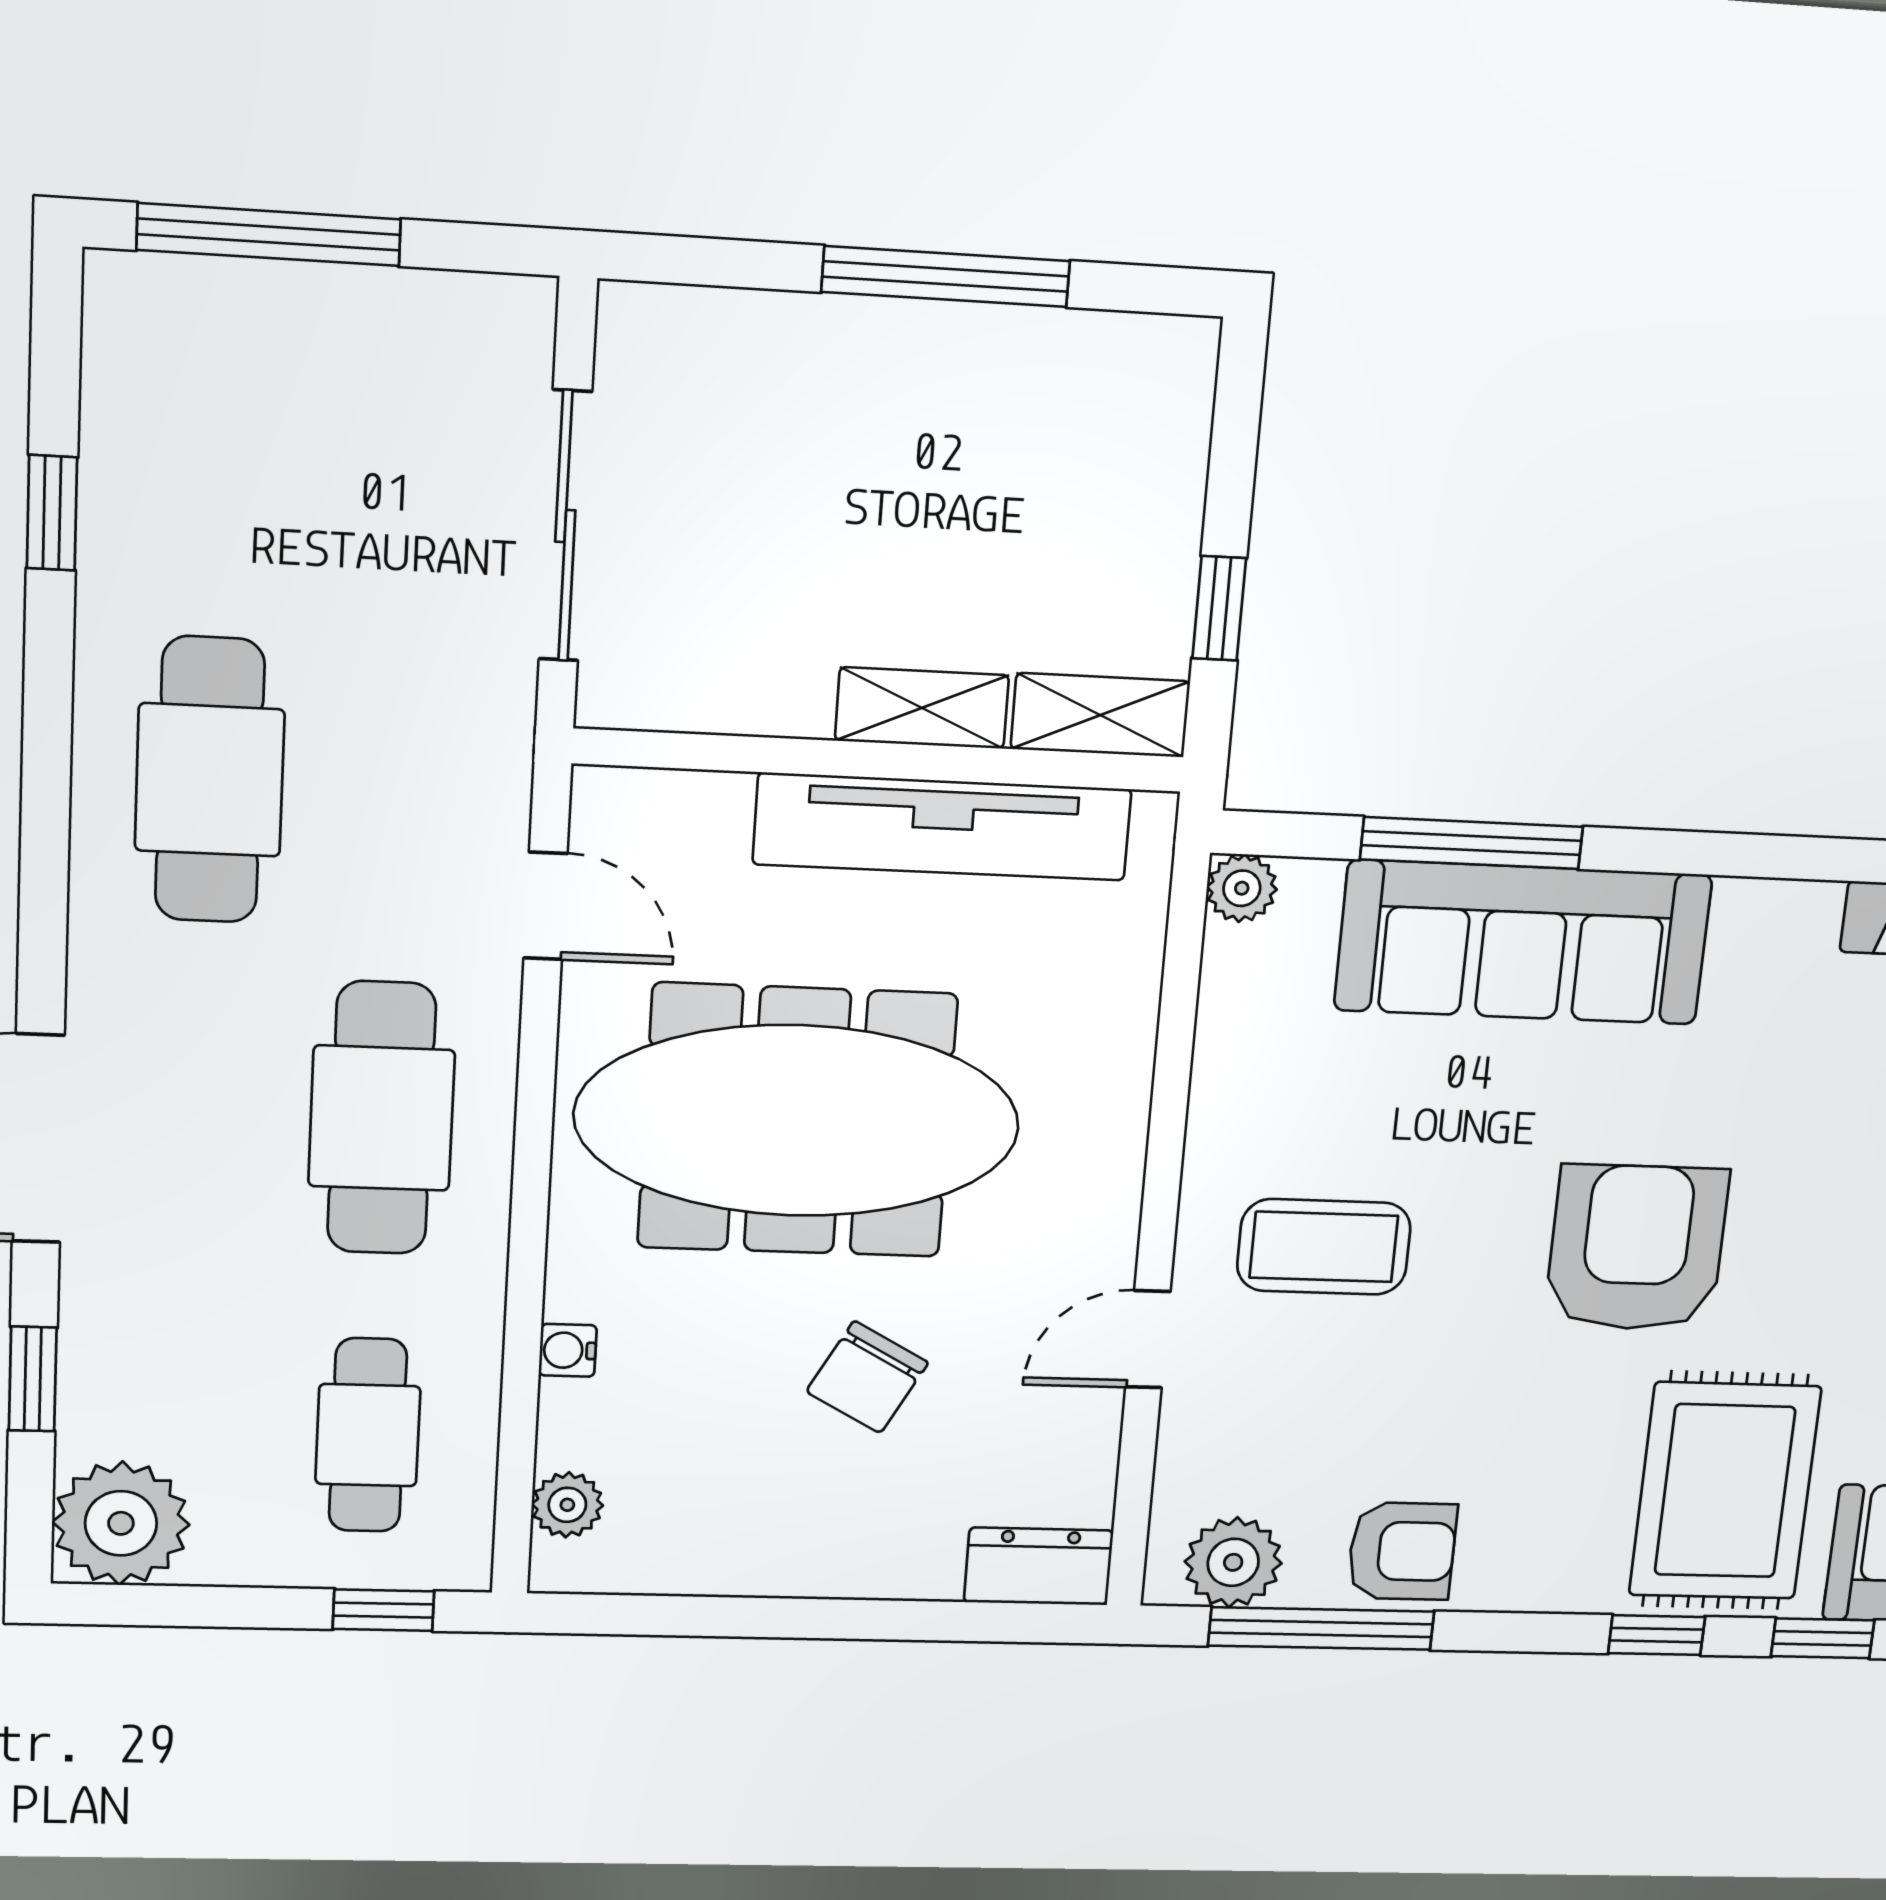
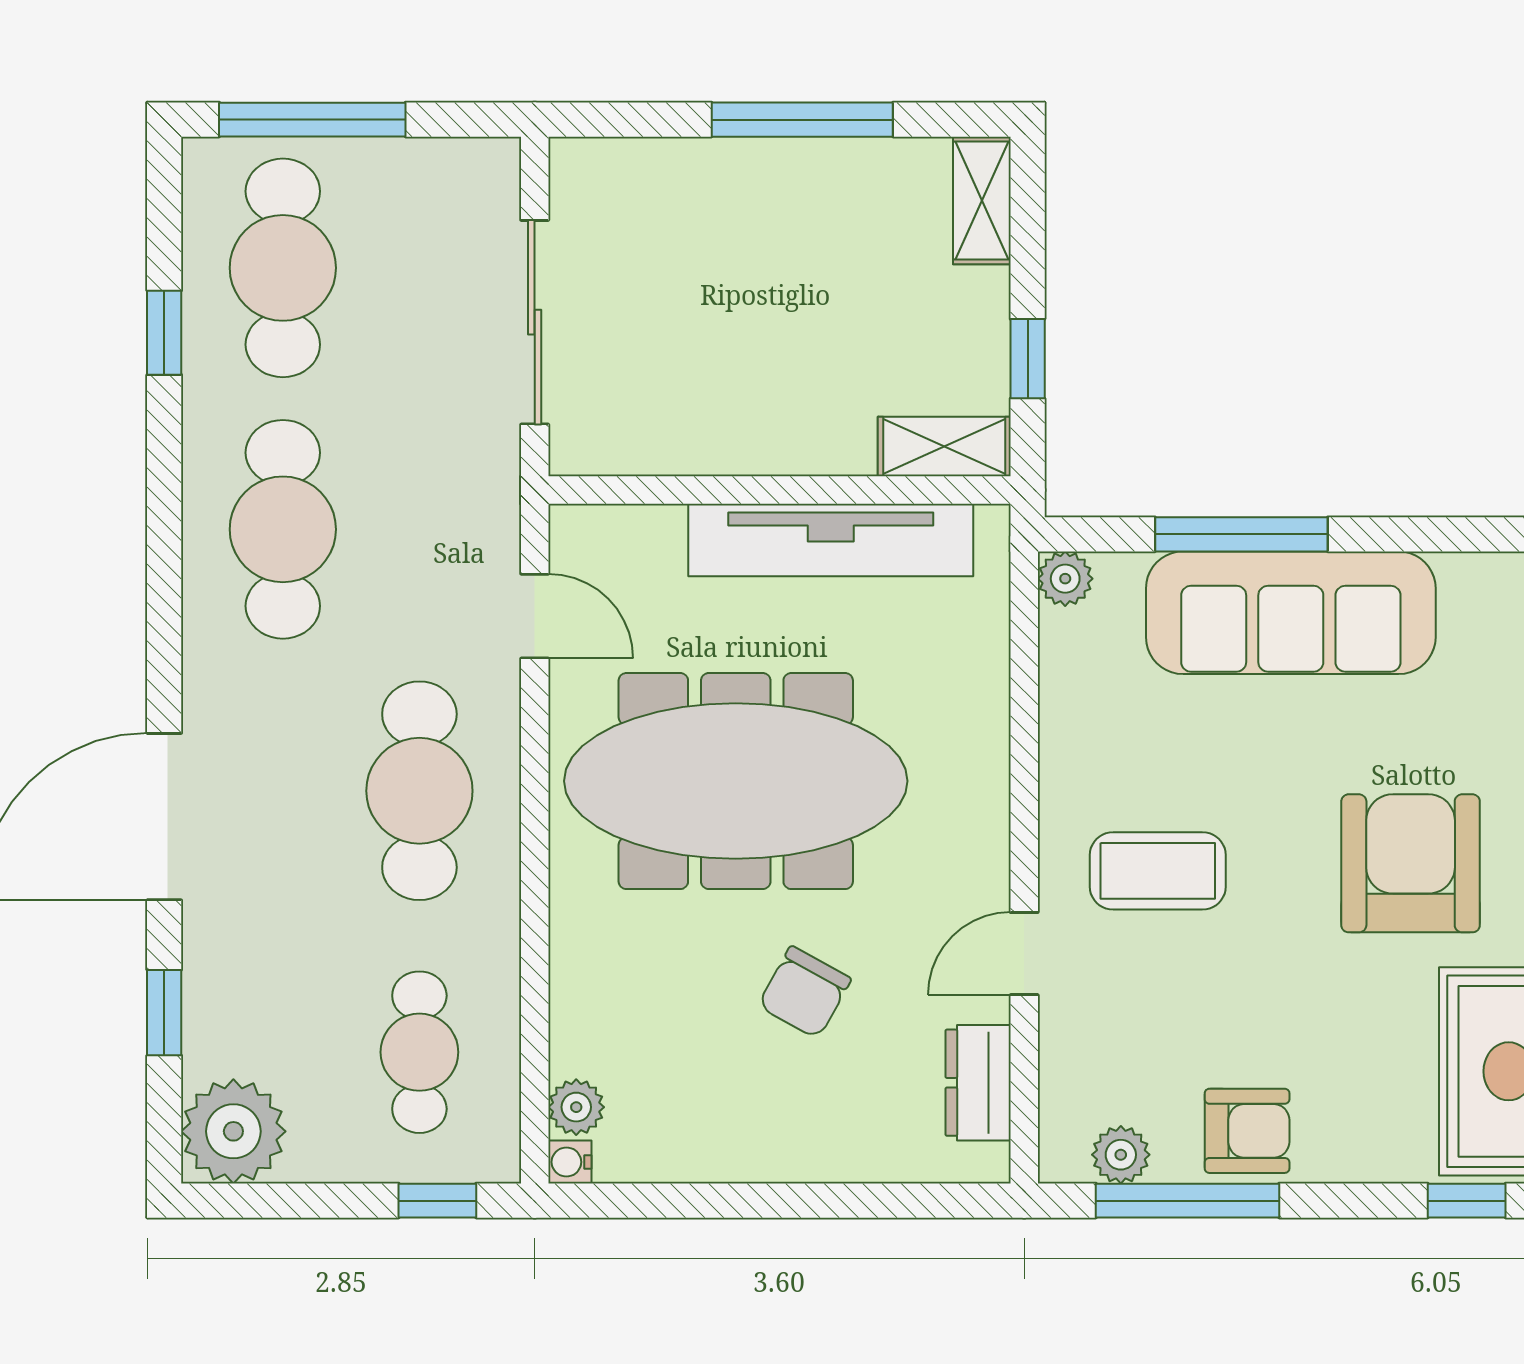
cafe table: (221, 434) -> (283, 268), added
shelving: (922, 708) -> (982, 201), moved, turned 90
water cooler: (568, 1350) -> (570, 1162), moved
plant: (1233, 1562) -> (1121, 1155), width x0.73, depth x0.73
dresser: (1039, 1566) -> (978, 1083), moved, turned -90

